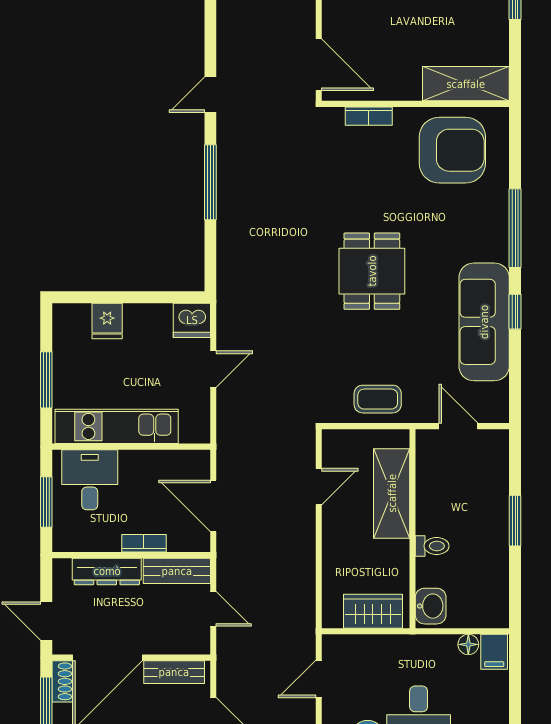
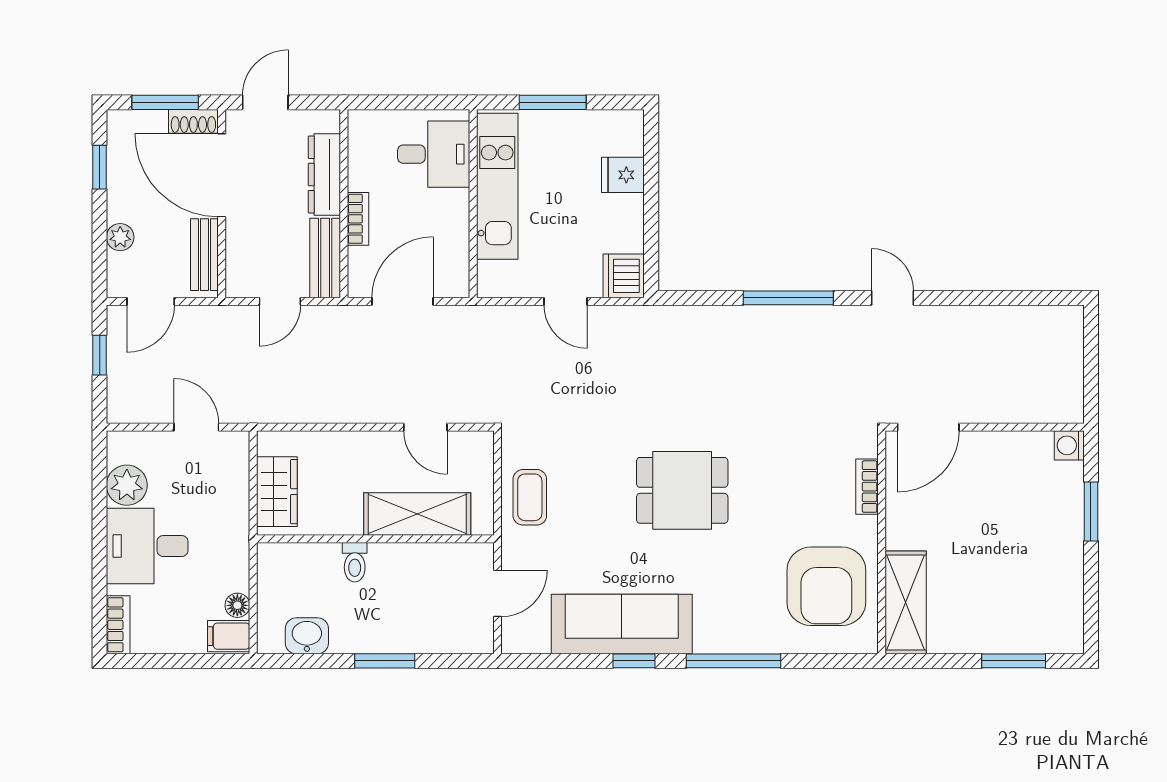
window: (46, 502) -> (407, 102), removed
washbasin: (431, 606) -> (307, 636), moved, turned 180

